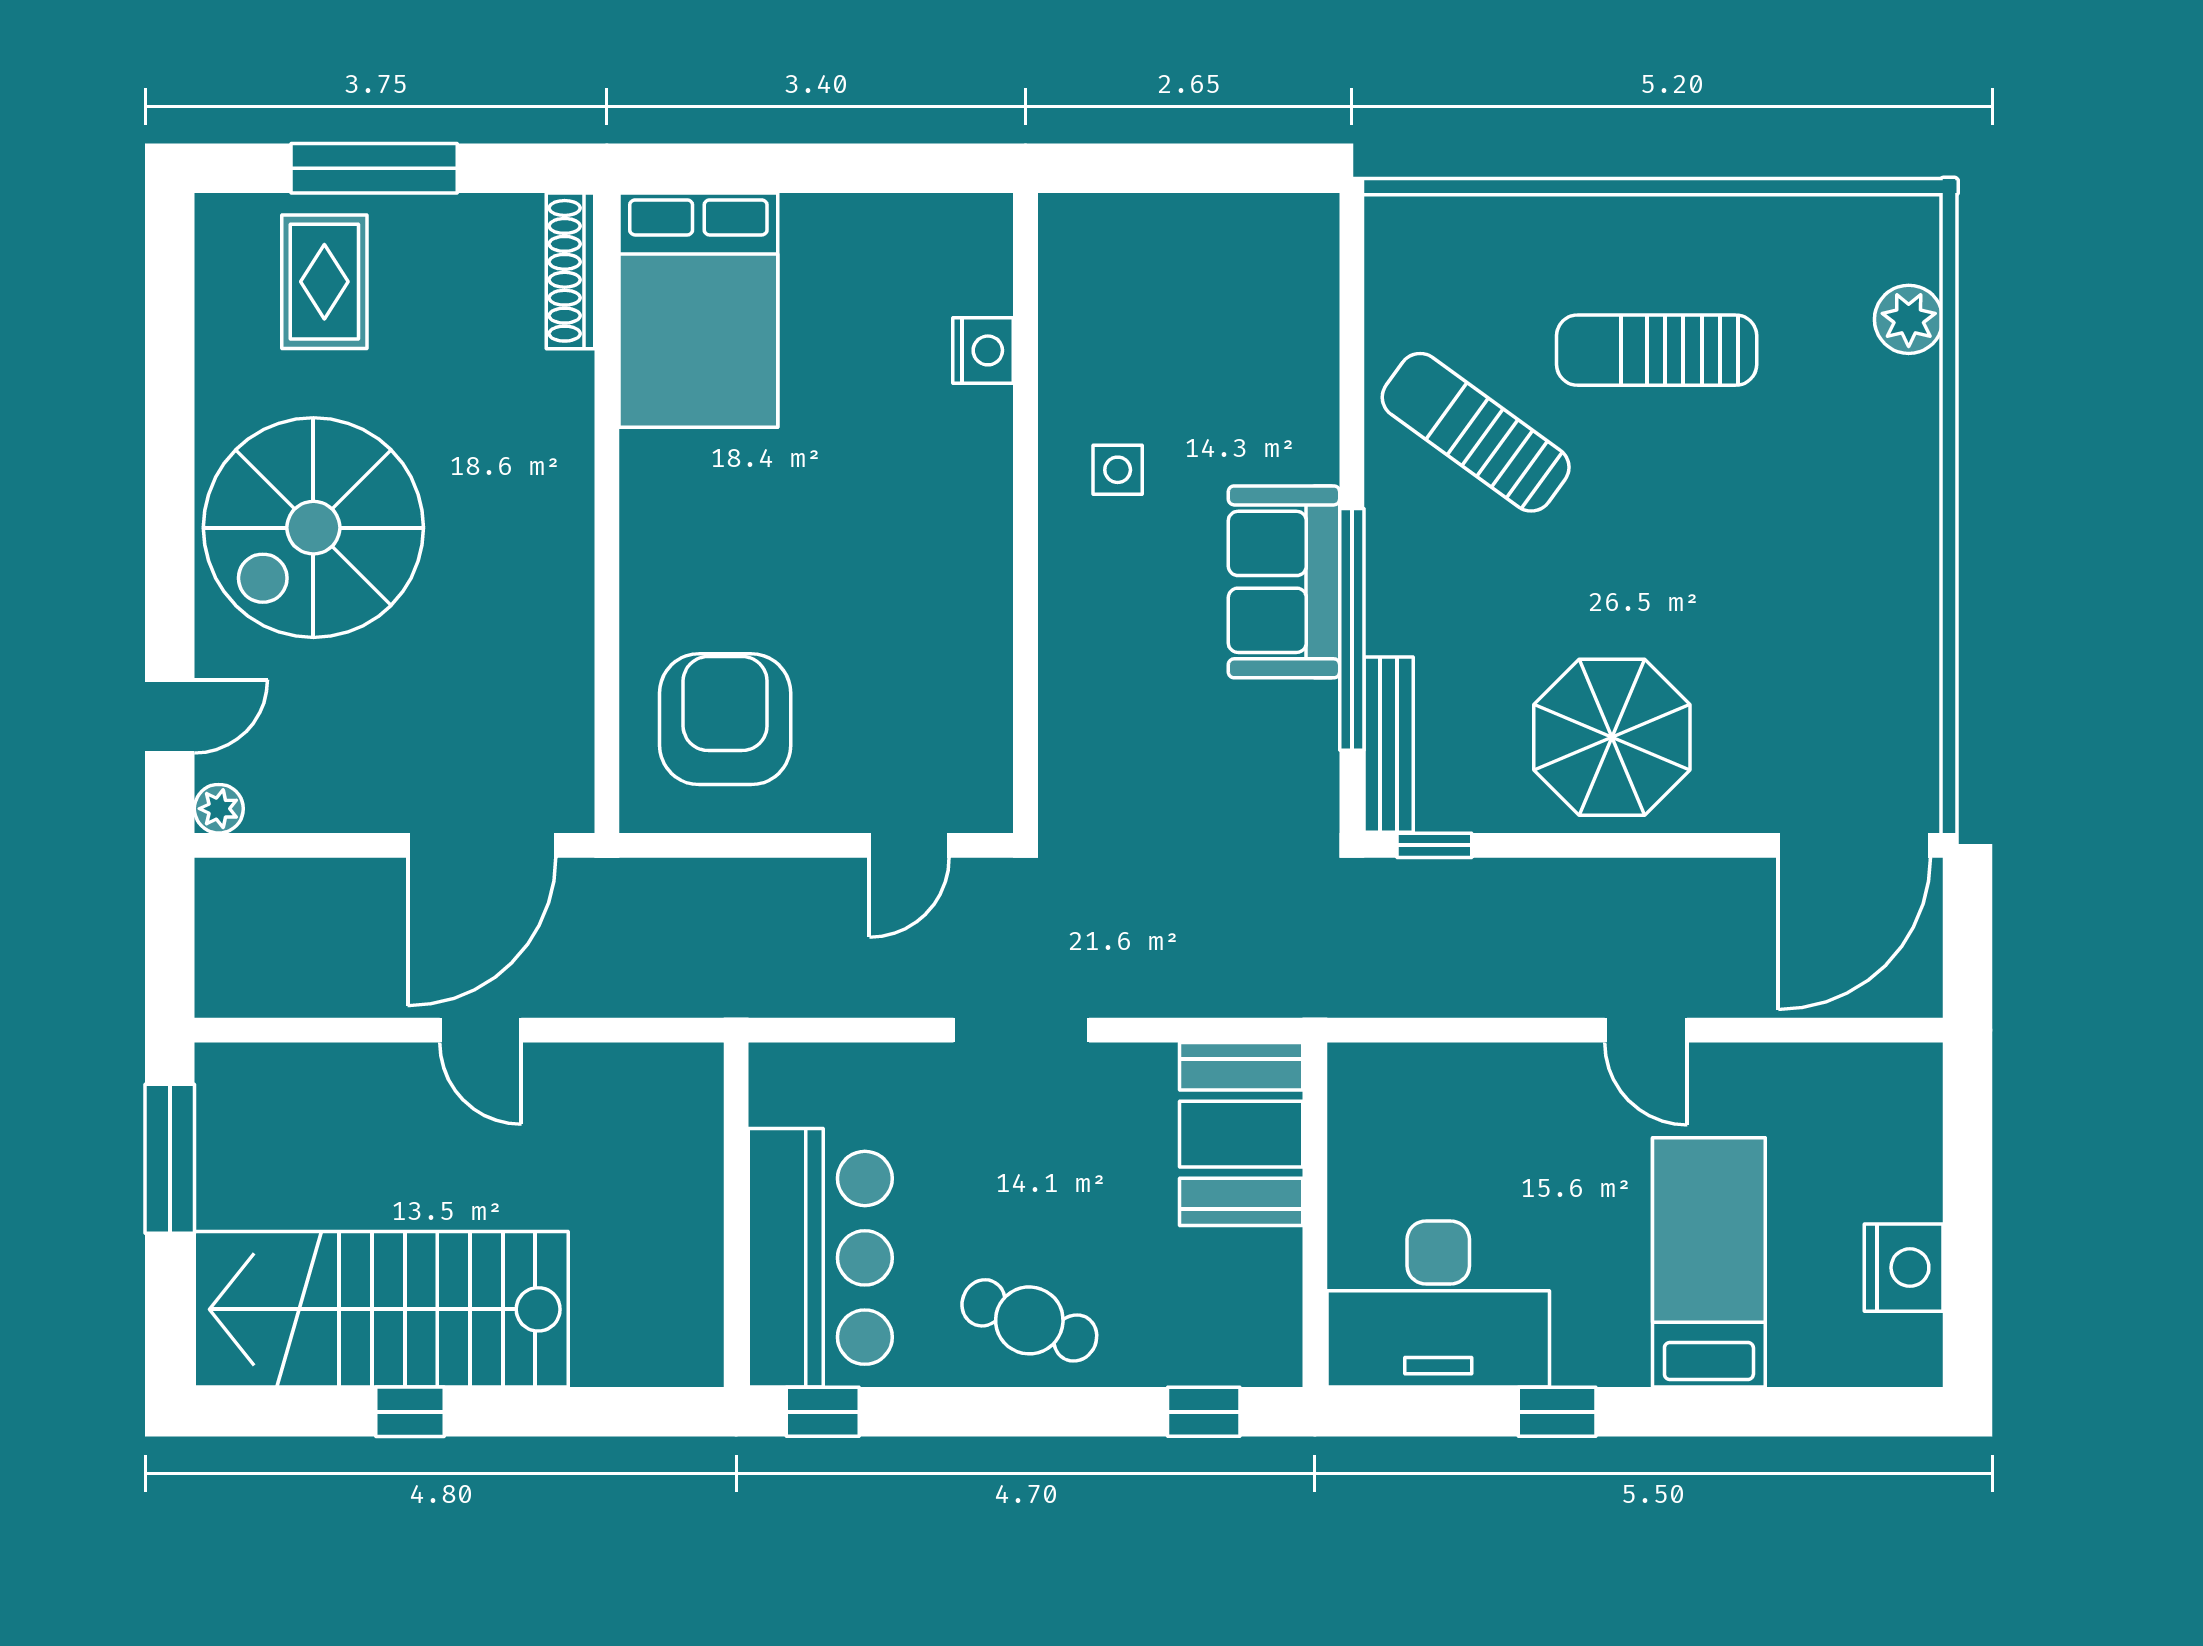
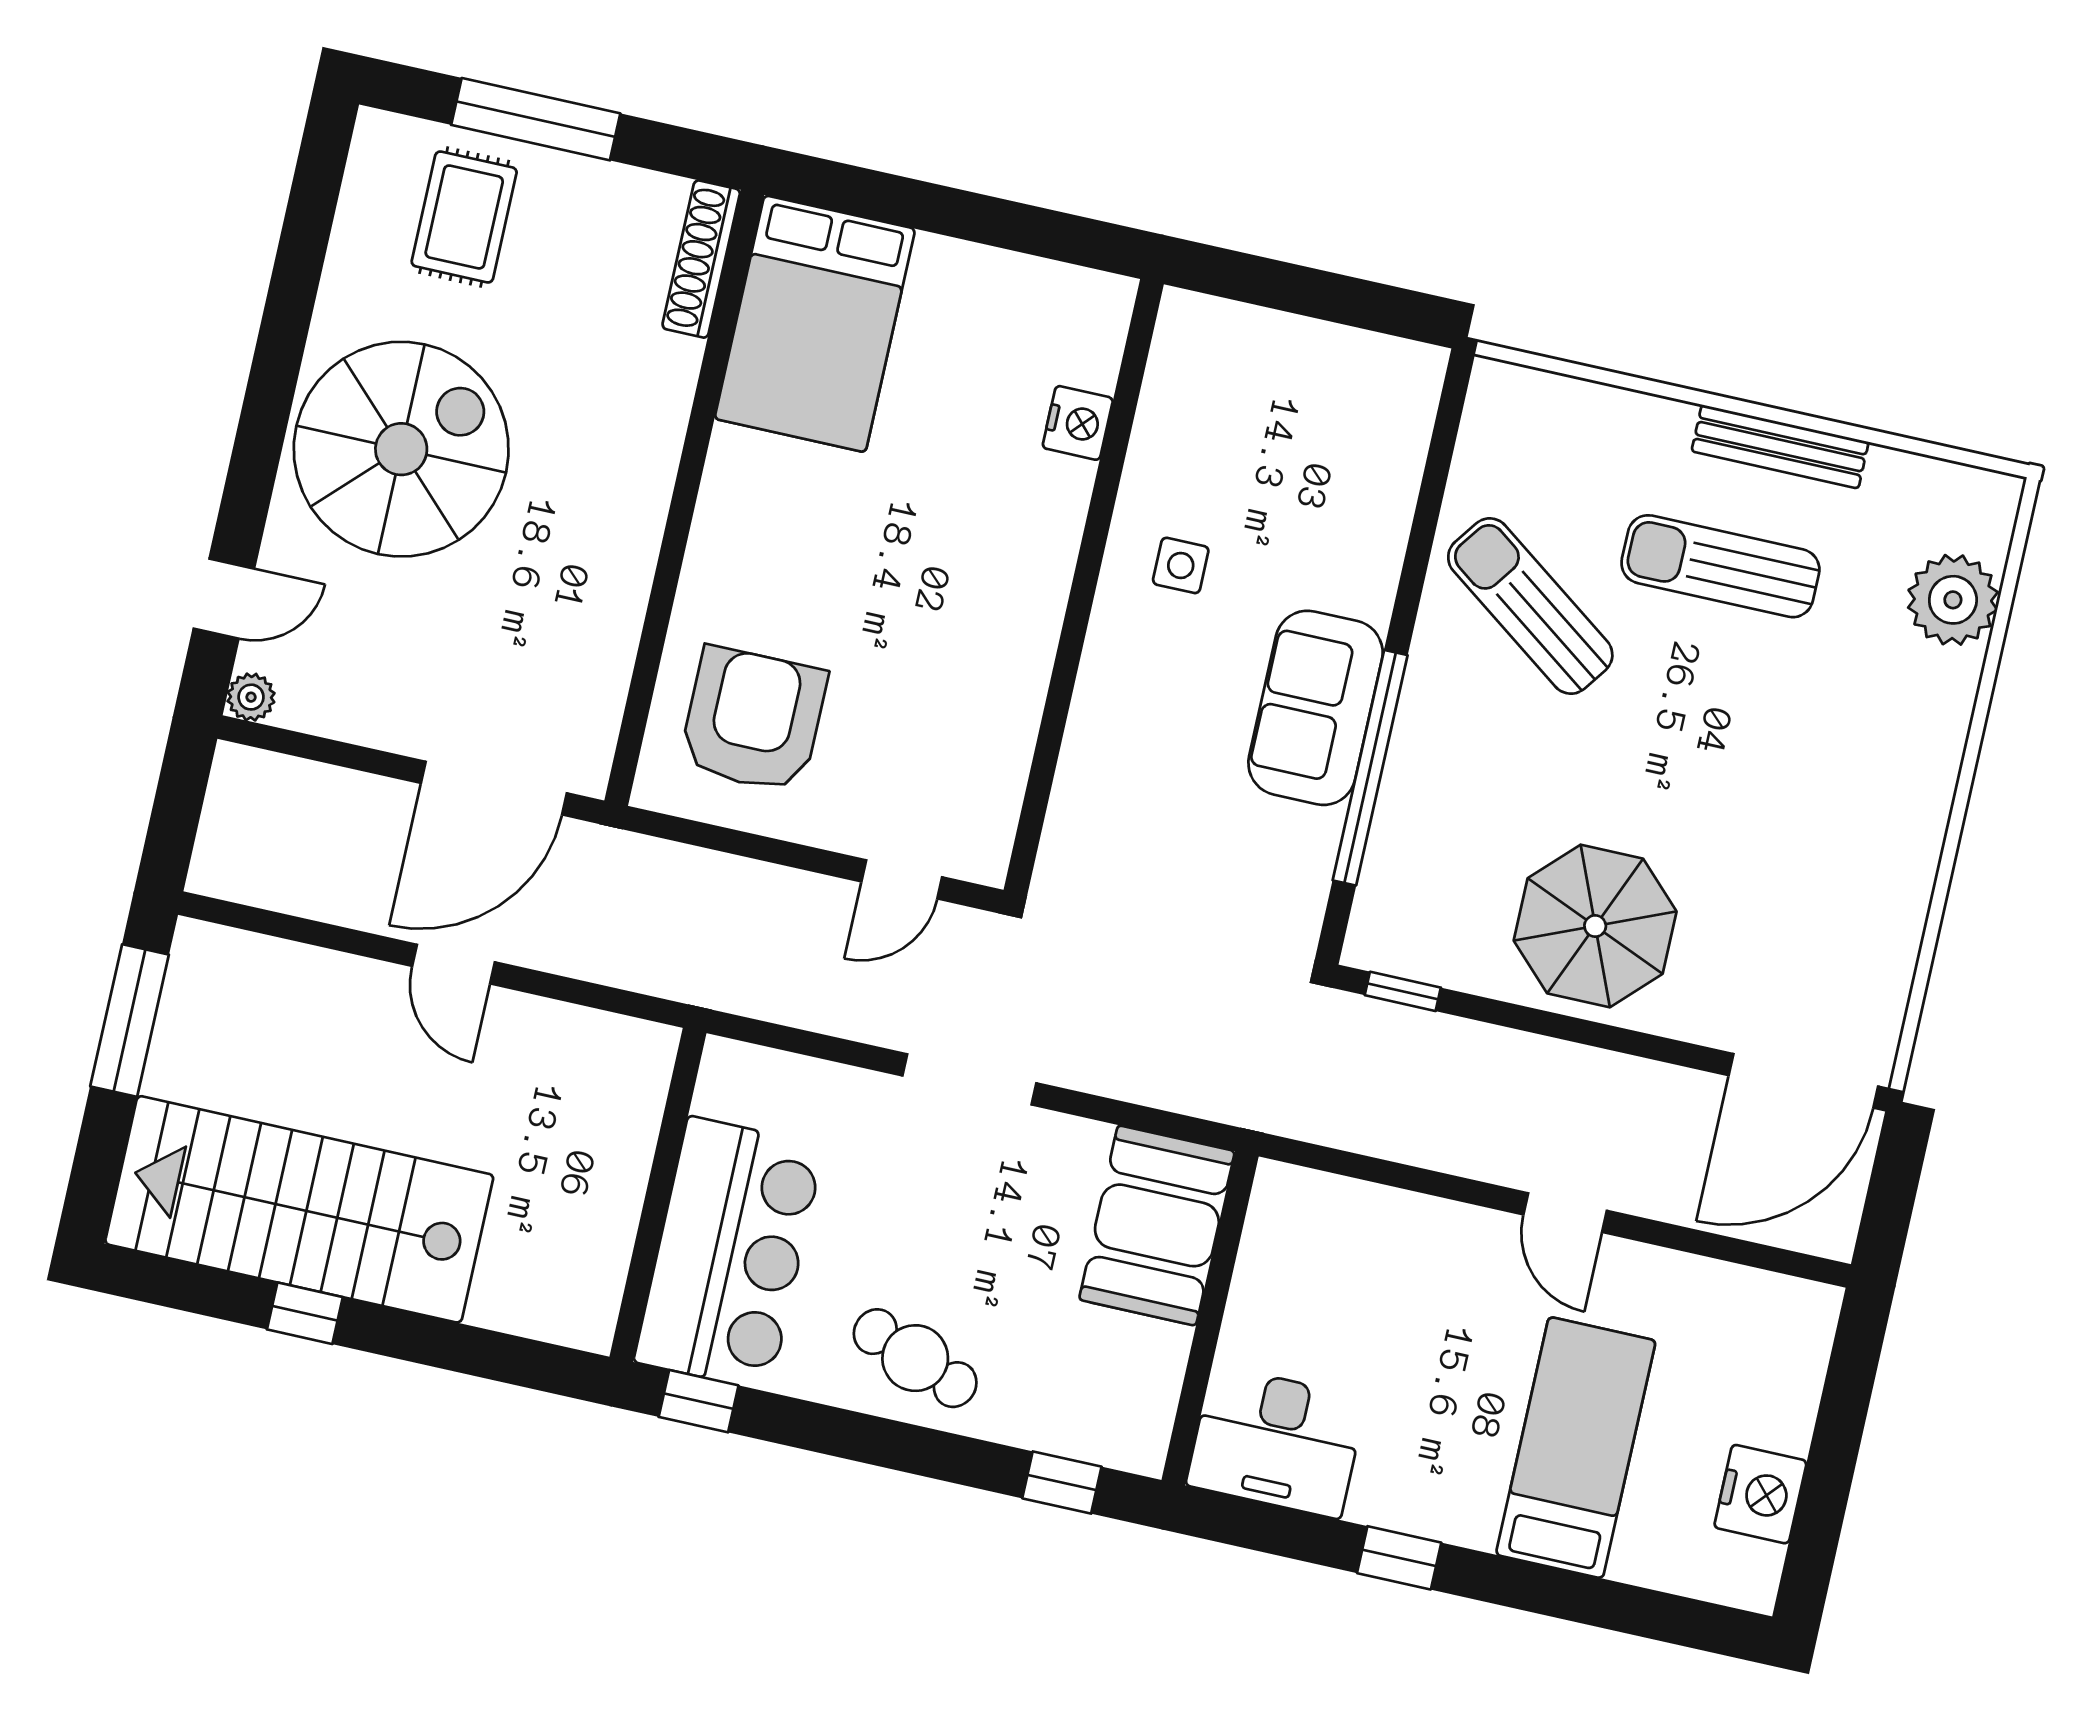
plant: (1909, 319) -> (1953, 600), width x1.36, depth x1.36
spiral stairs: (313, 528) -> (401, 449), turned 180
bench: (1389, 745) -> (1780, 447), moved, turned 90
desk: (1438, 1304) -> (1276, 1442), width x0.73, depth x0.77

